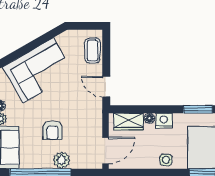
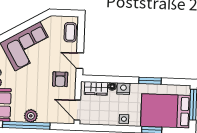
armchair: (52, 130) -> (60, 79), moved
door: (105, 151) -> (77, 110), swing flipped
plant: (62, 160) -> (31, 116), moved

